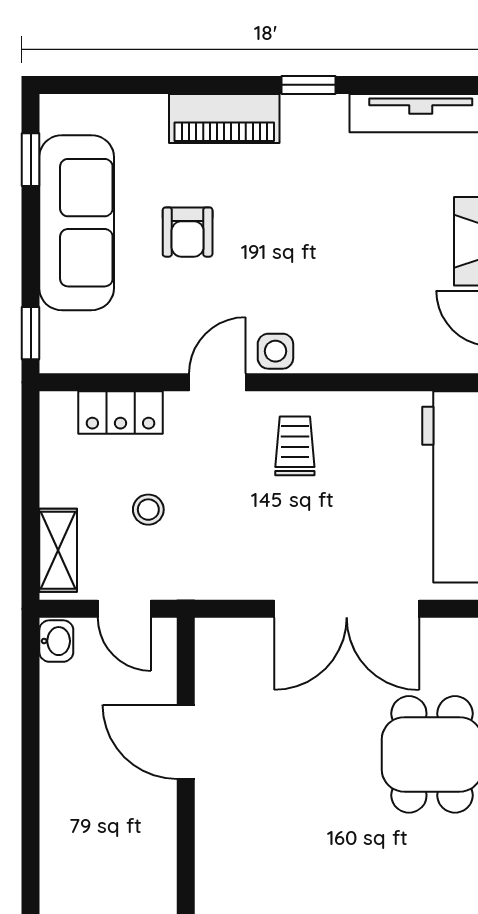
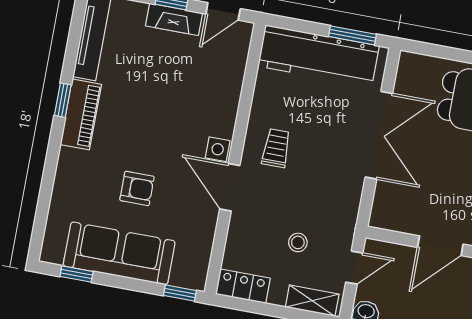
piano: (224, 119) -> (81, 114), moved
door: (217, 382) -> (230, 187), width x1.37
locker: (120, 413) -> (243, 286), moved, turned -90
trolley: (295, 446) -> (276, 148), turned 90

